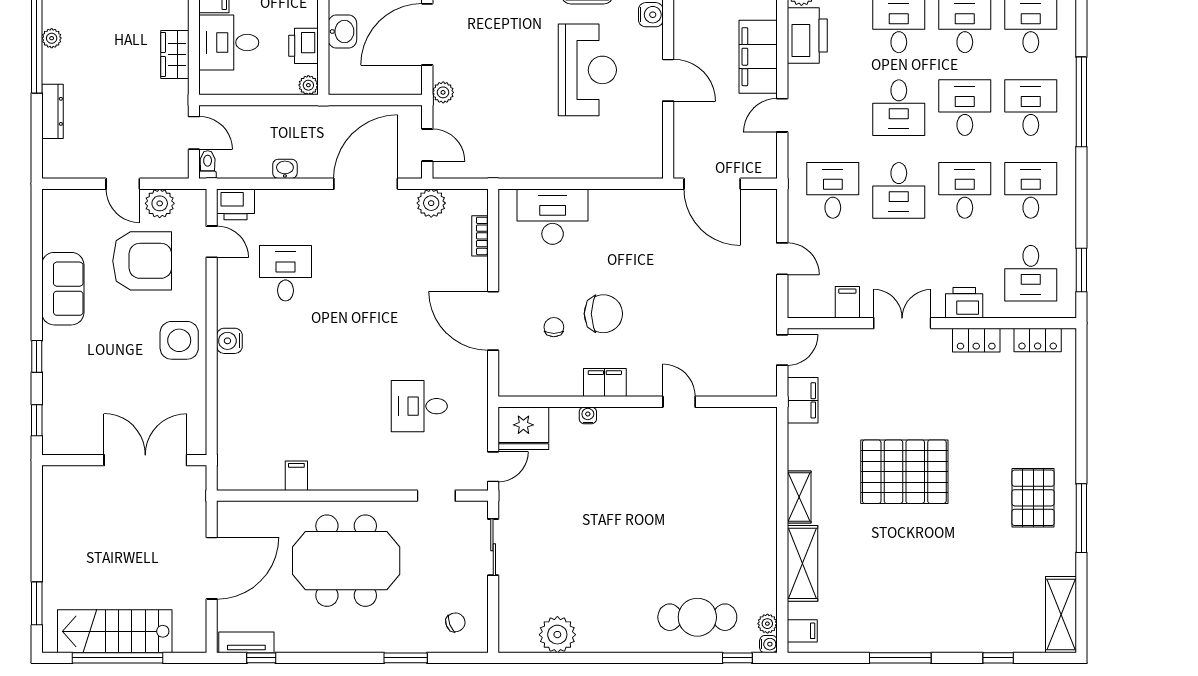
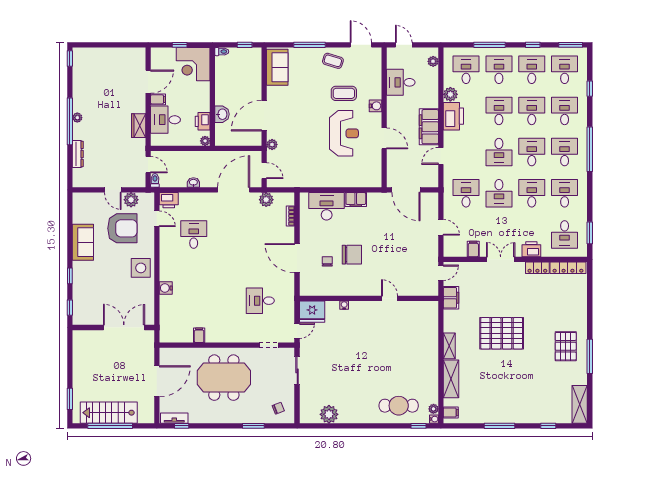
locker: (1038, 340) -> (568, 268), width x1.53
water cooler: (229, 341) -> (166, 288), moved
filing cabinet: (605, 383) -> (356, 200), moved, turned 180

